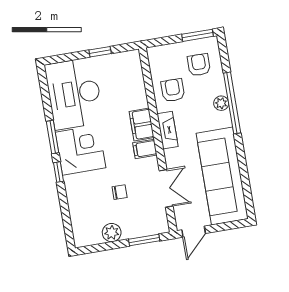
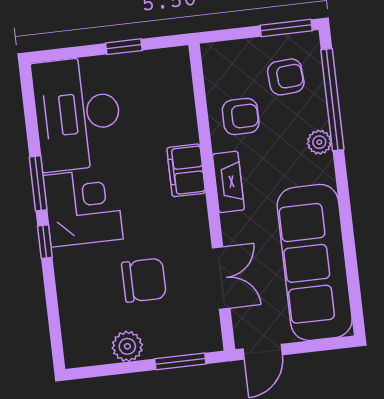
armchair: (199, 65) -> (286, 77), turned 86
armchair: (173, 90) -> (241, 116), turned 90
window: (232, 103) -> (332, 100), moved
filing cabinet: (145, 149) -> (189, 211), removed
chair: (120, 192) -> (144, 280), width x1.87, depth x1.87

